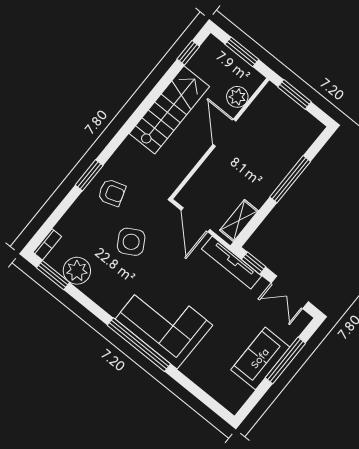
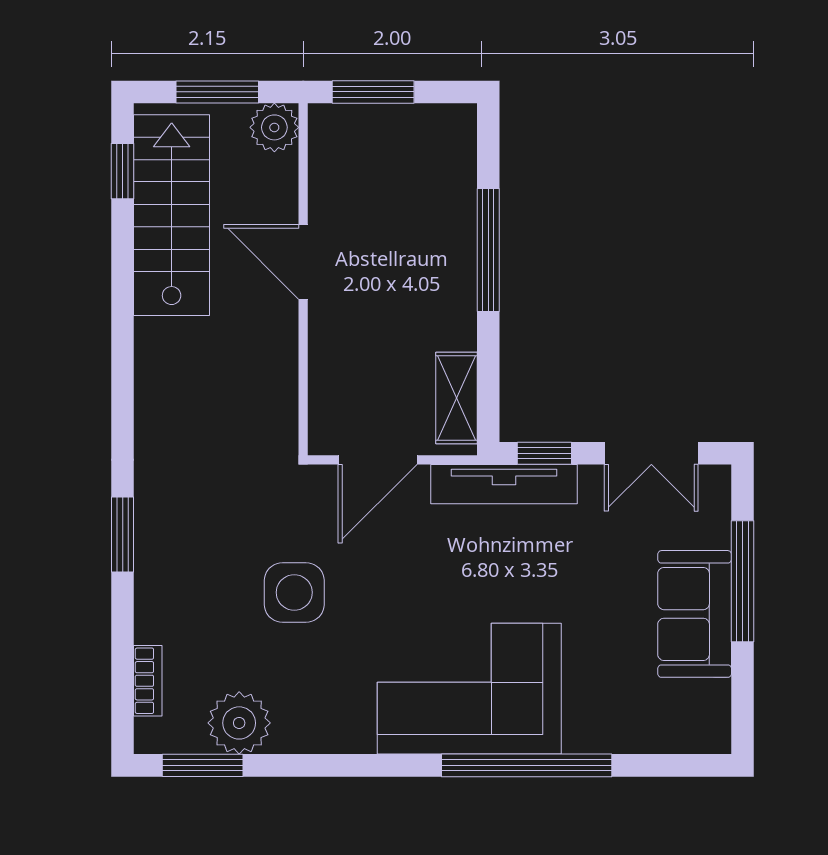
plant: (237, 97) -> (274, 127), moved
stairs: (169, 110) -> (172, 215), moved
armchair: (112, 193) -> (188, 532), removed
door: (195, 220) -> (378, 460), hinge flipped
side table: (131, 242) -> (294, 592), turned 30
bookcase: (47, 244) -> (148, 681), moved
window: (139, 345) -> (527, 765), moved

